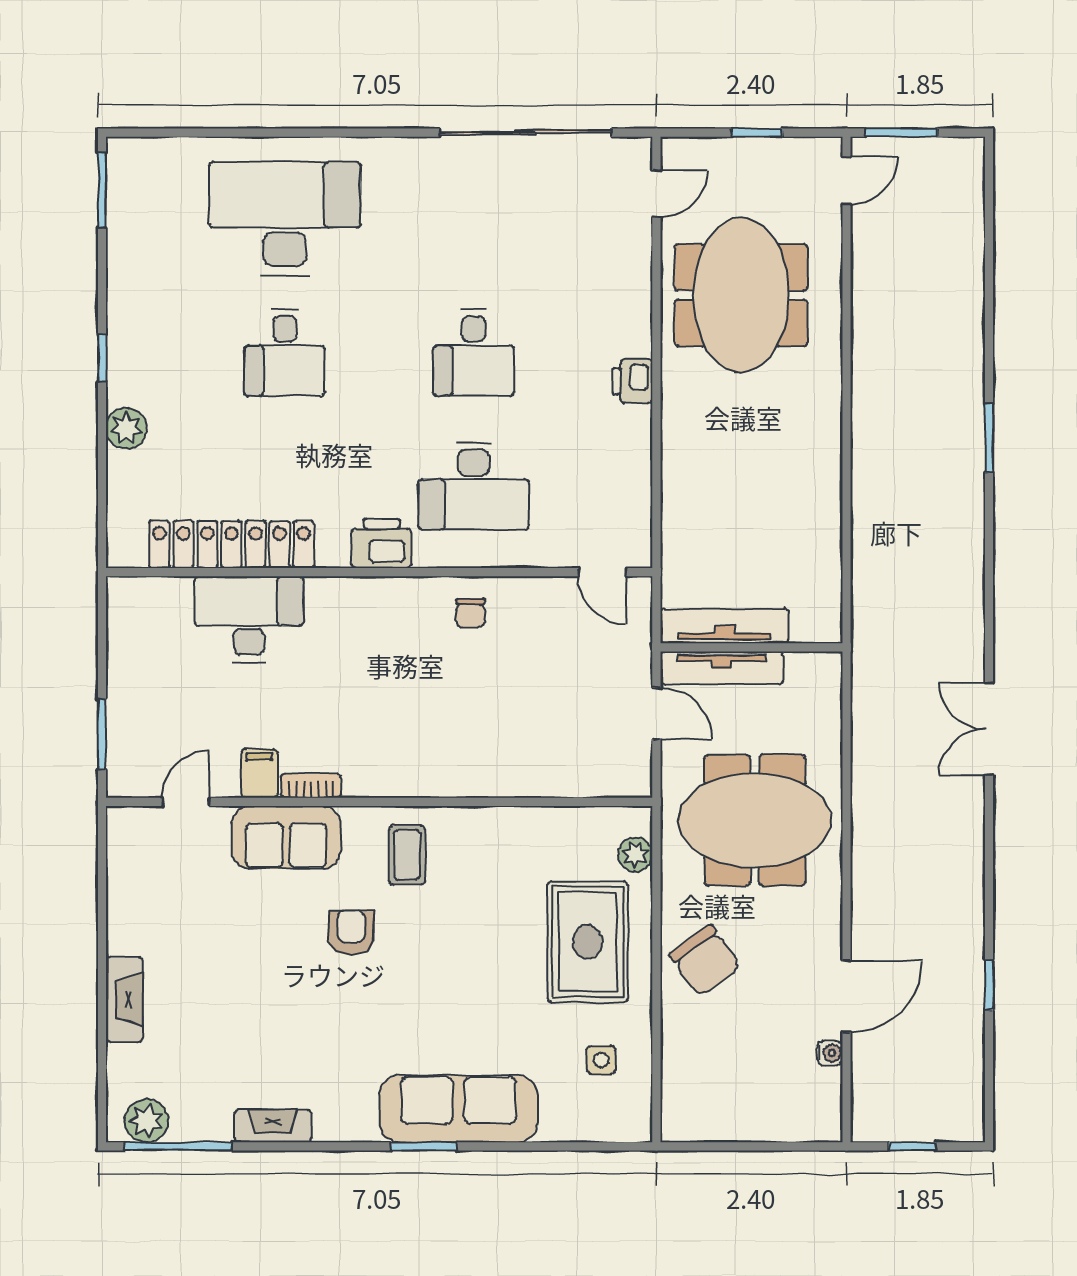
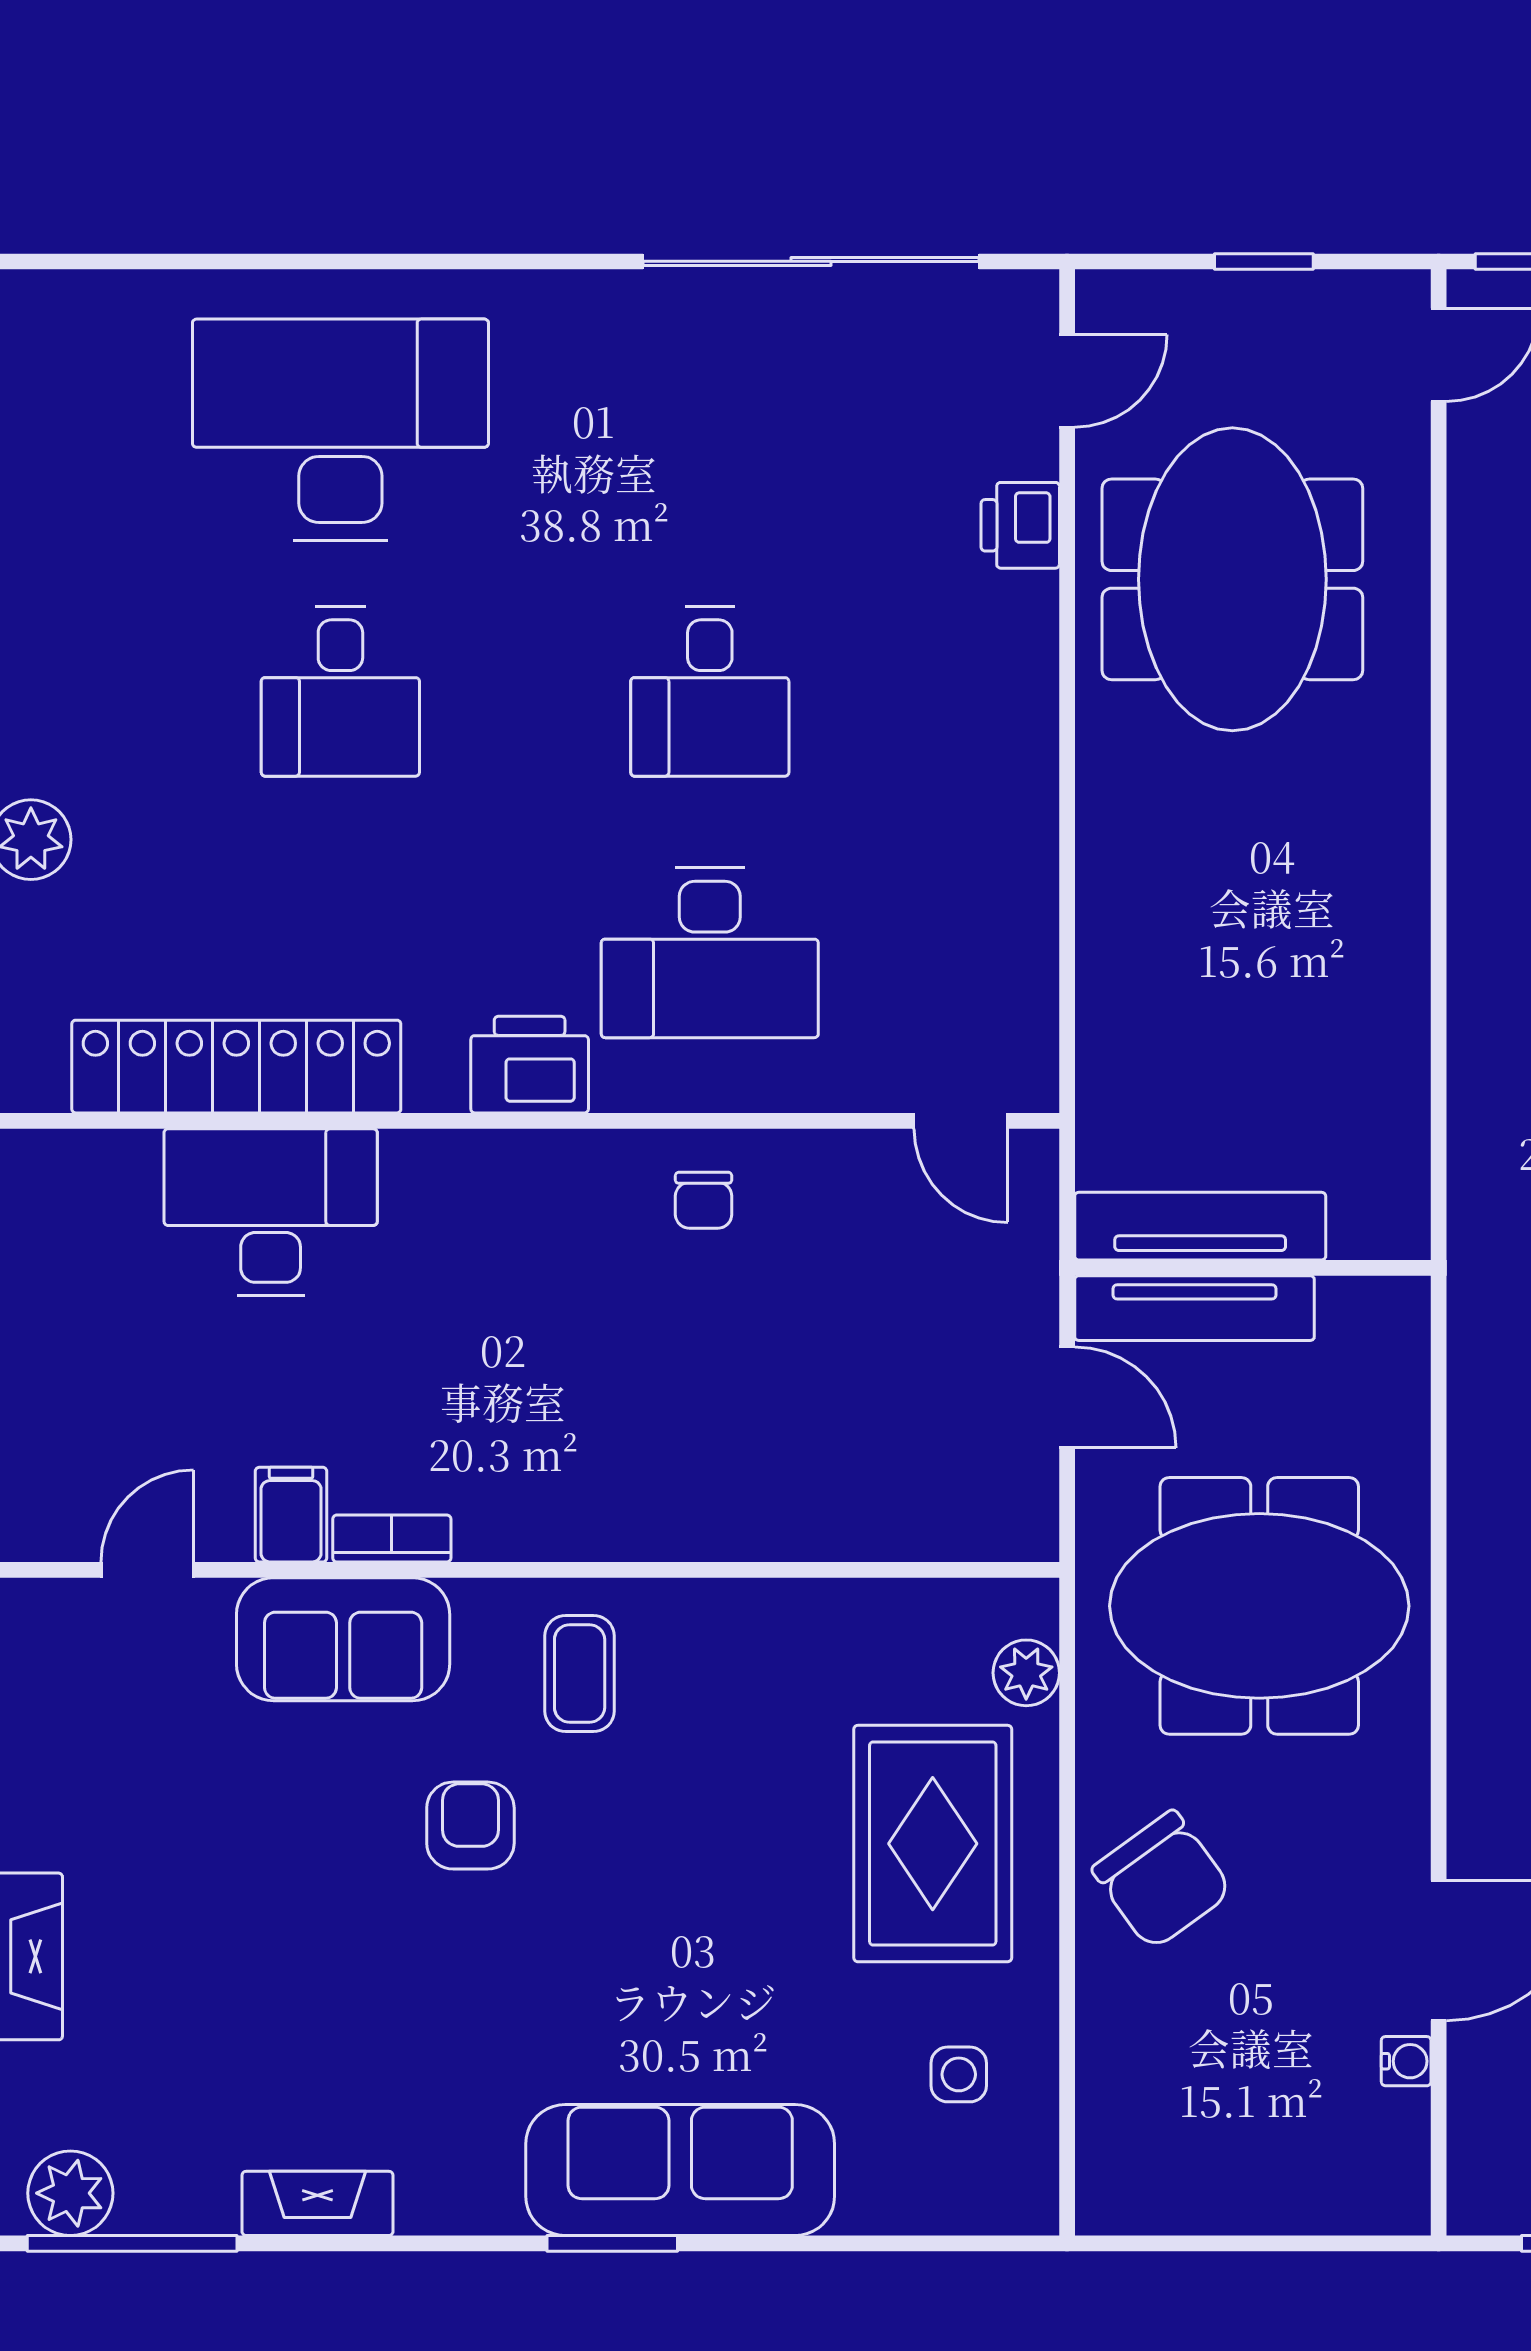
printer: (632, 381) -> (1020, 525), moved

